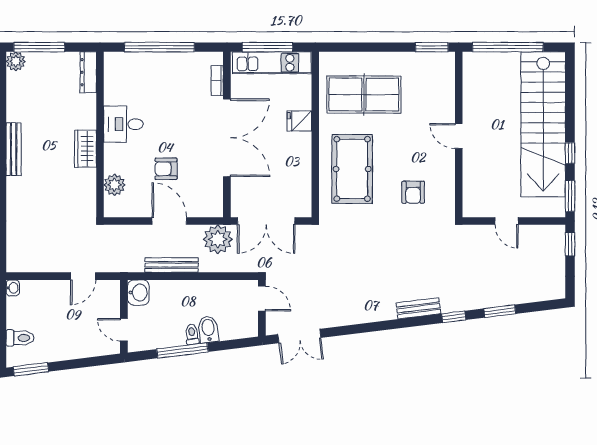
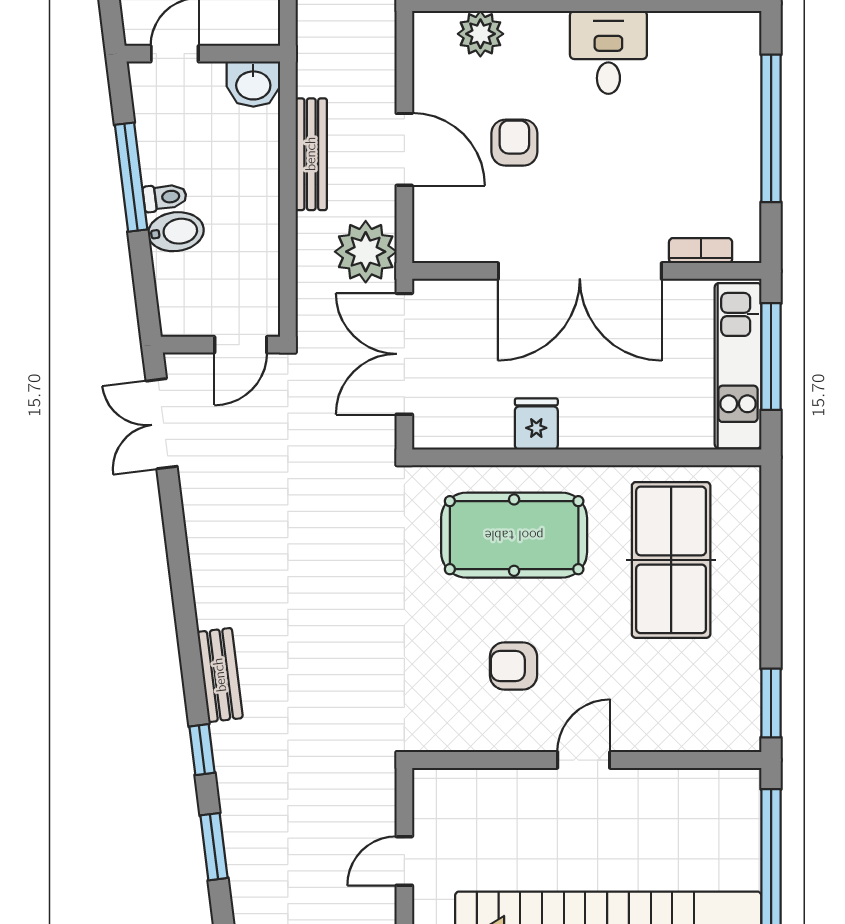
fridge: (299, 121) -> (536, 424), moved
armchair: (413, 192) -> (513, 666), moved
door: (169, 221) -> (404, 149), hinge flipped

